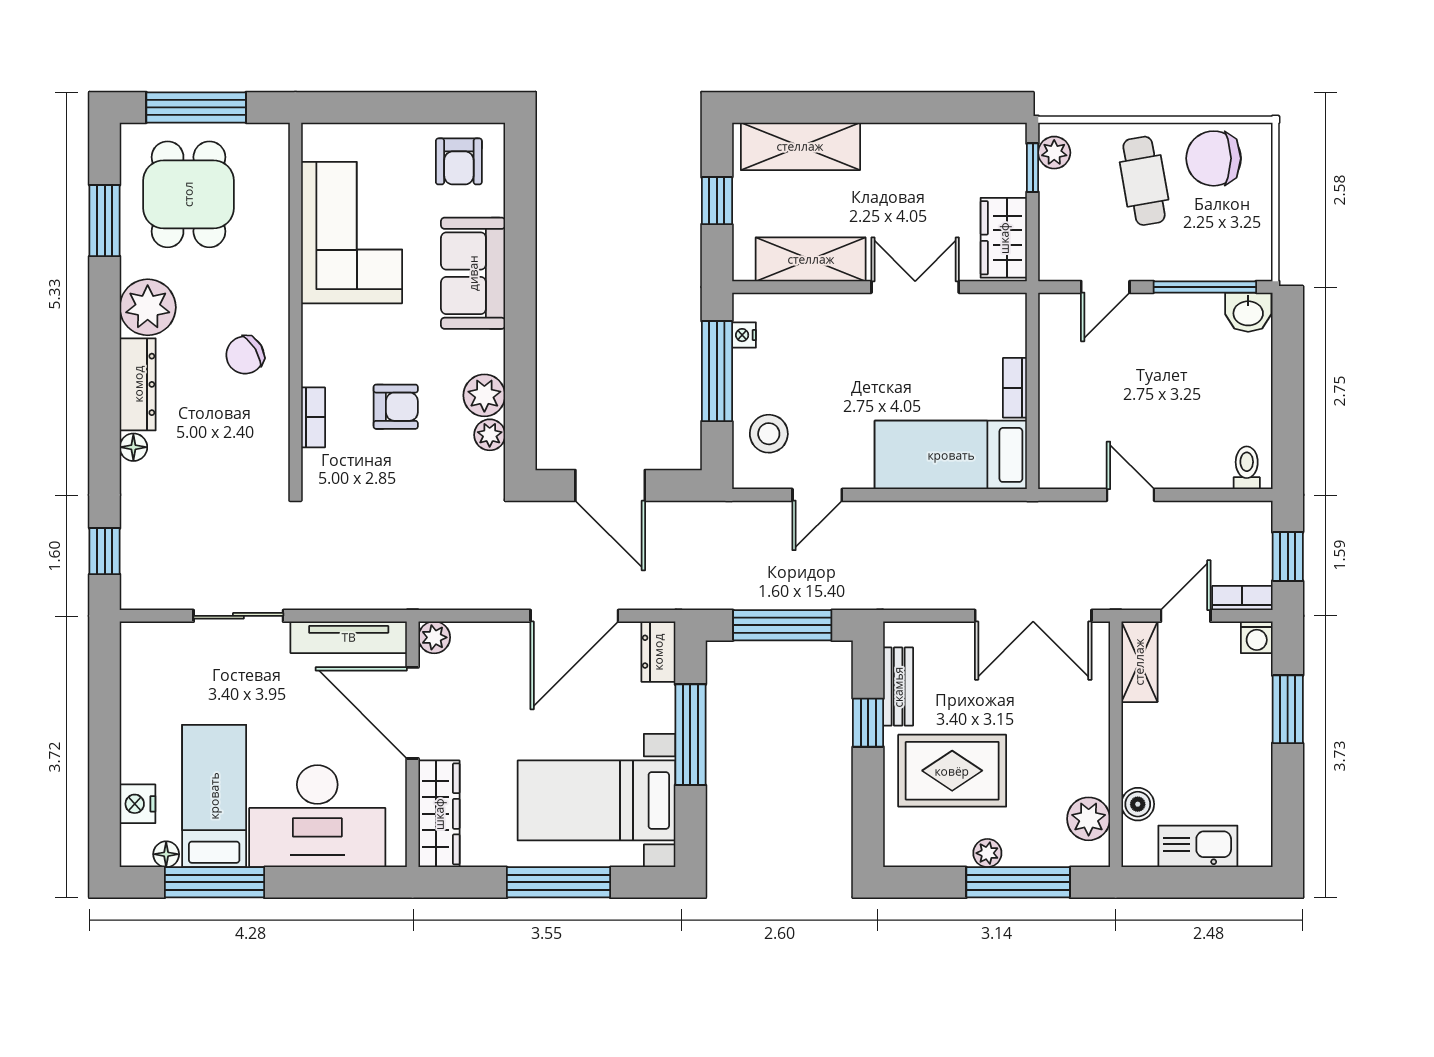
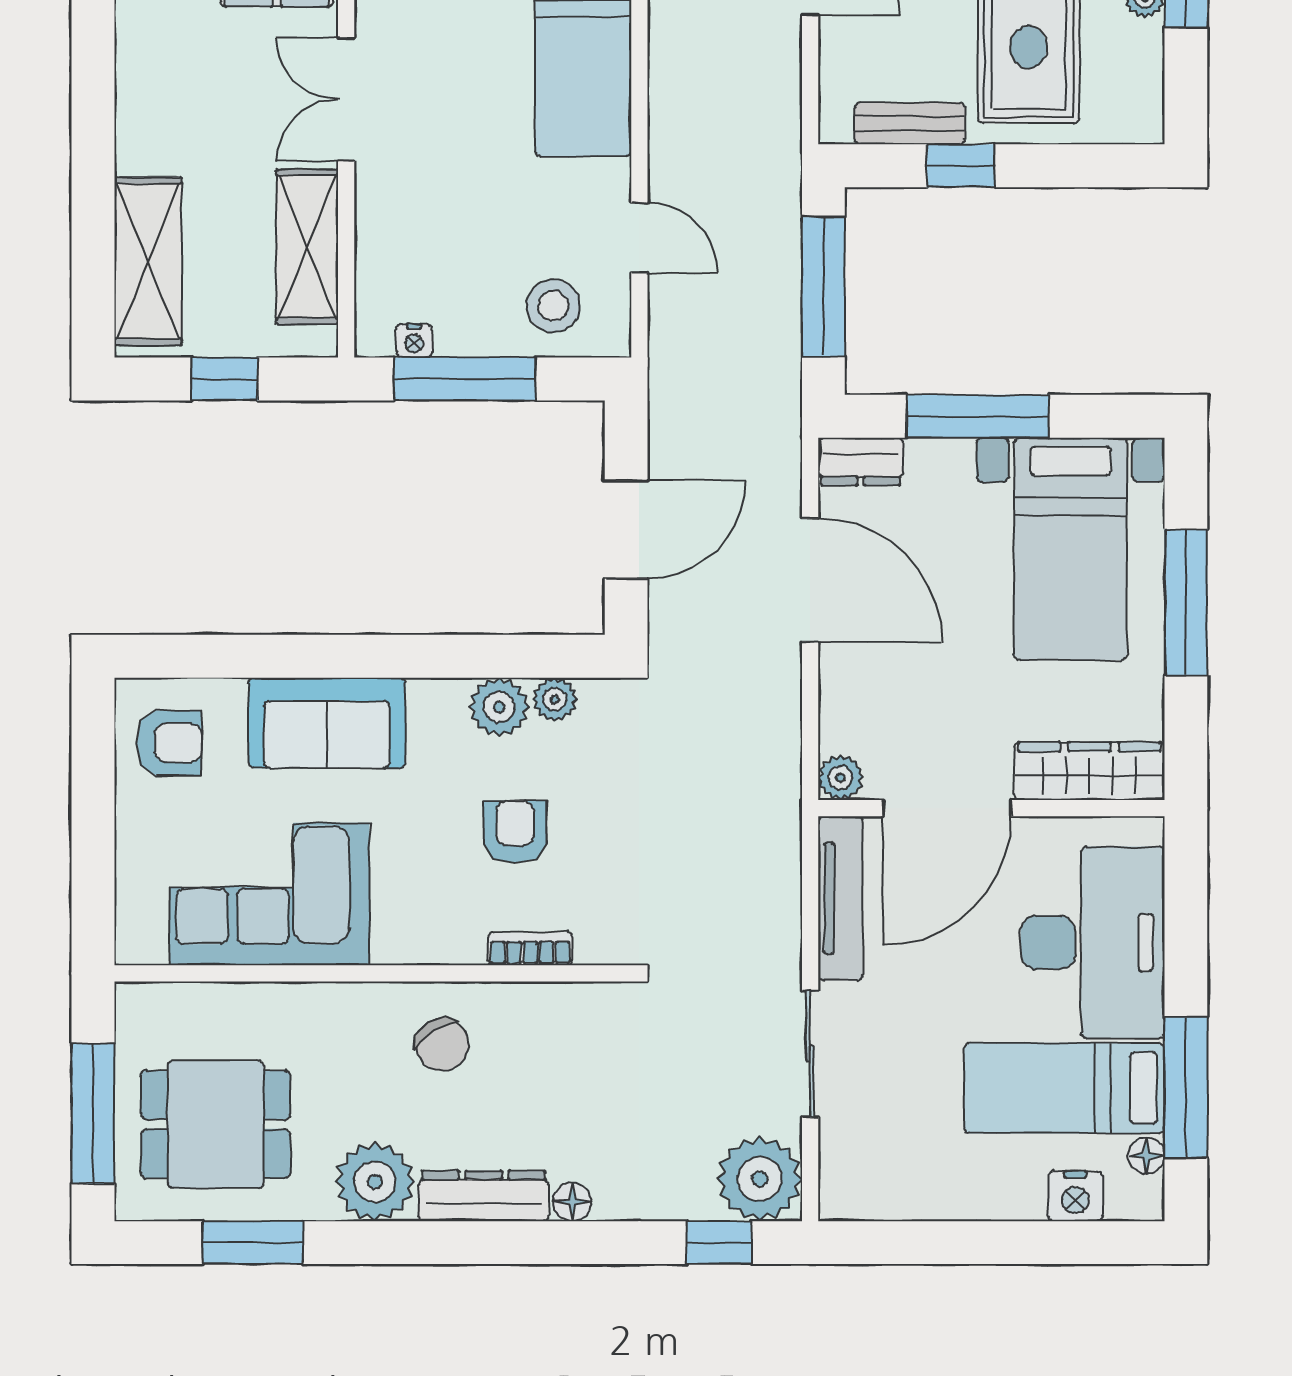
plant: (150, 580) -> (760, 1179), added

